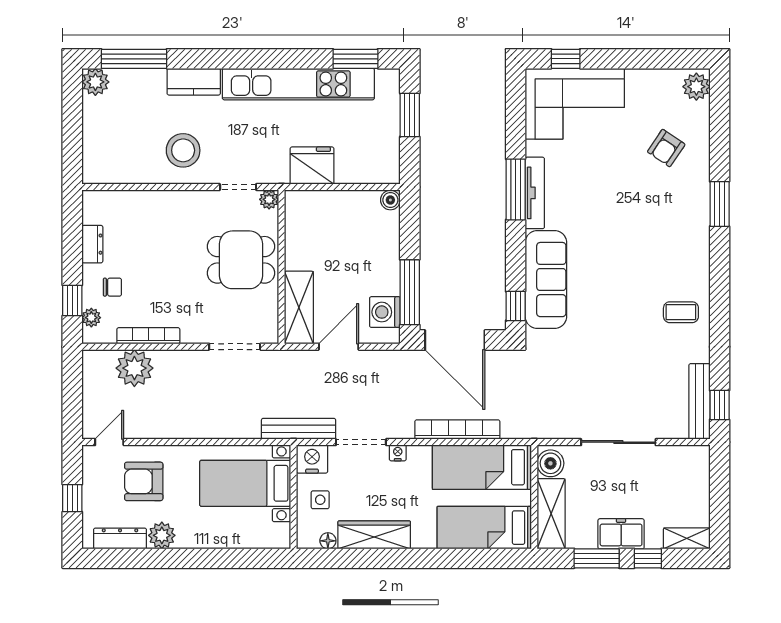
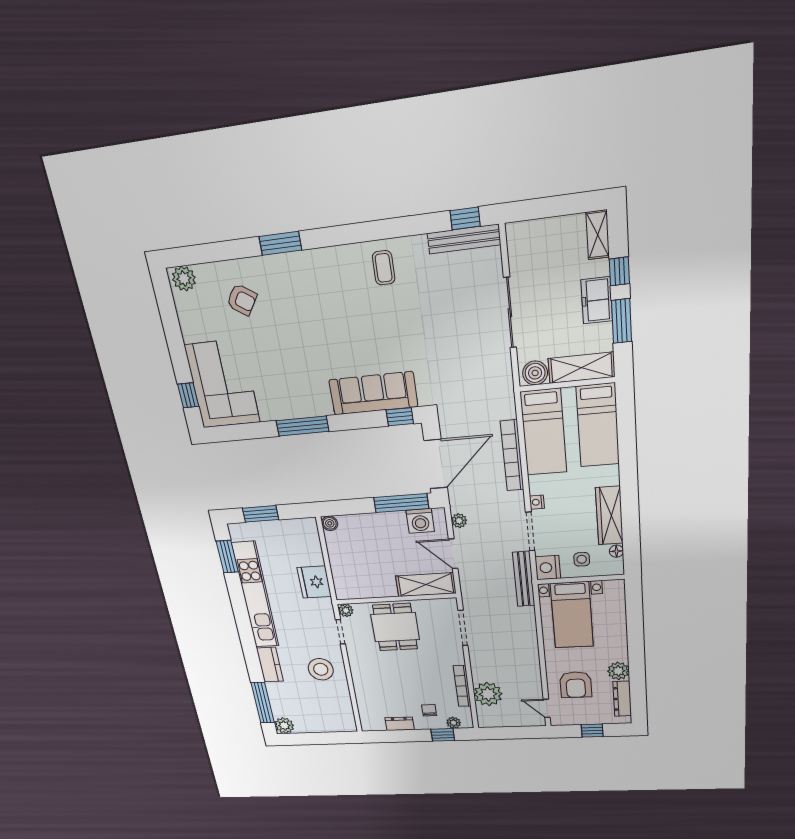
tv unit: (535, 193) -> (302, 410), removed
plant: (381, 359) -> (459, 521), added

